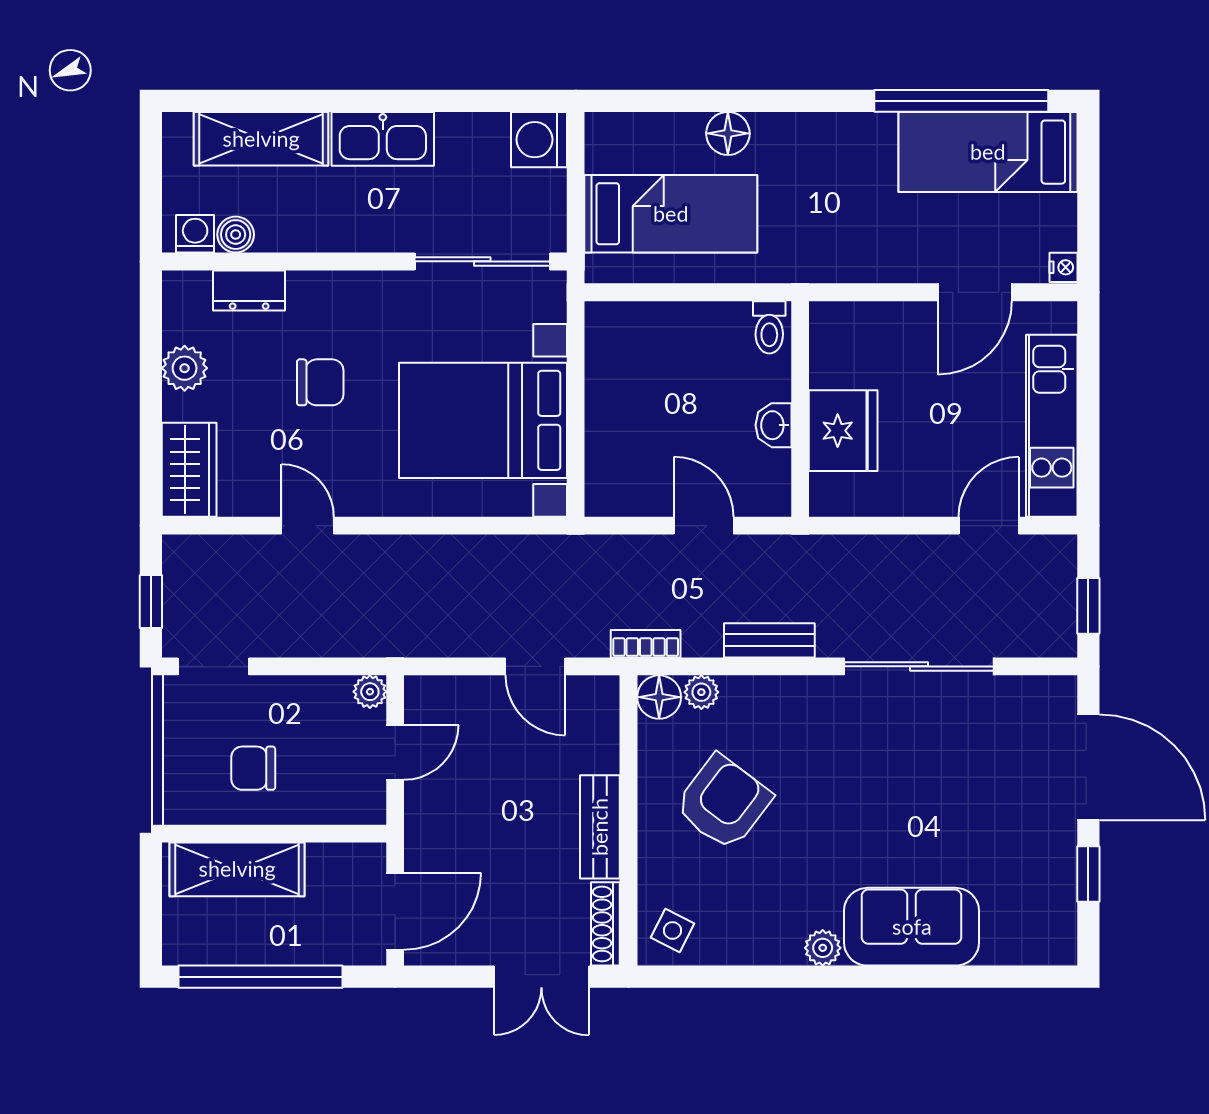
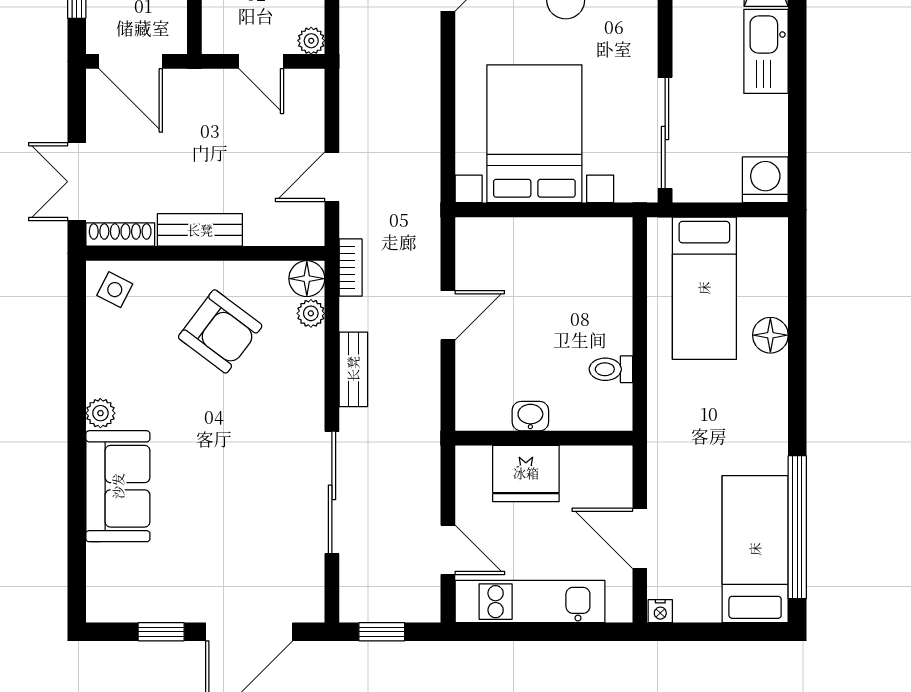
wall: (800, 409) -> (544, 438), moved
washbasin: (773, 425) -> (530, 416), moved
fridge: (843, 431) -> (526, 473), moved

